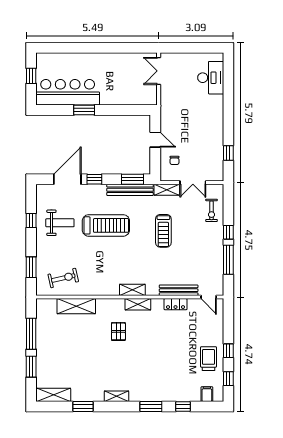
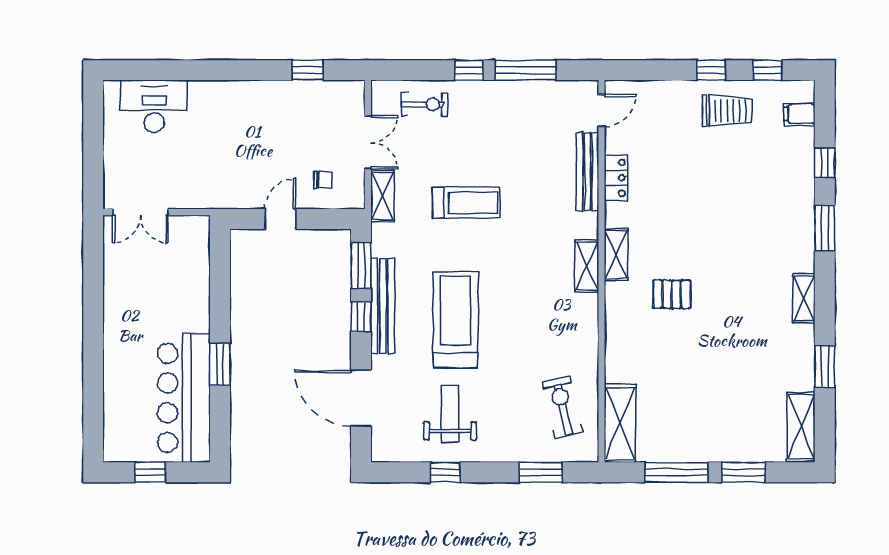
window: (94, 179) -> (361, 317), moved
bench: (130, 190) -> (383, 306), moved
shelving: (76, 306) -> (620, 423), moved
trolley: (208, 359) -> (727, 111), turned 180

